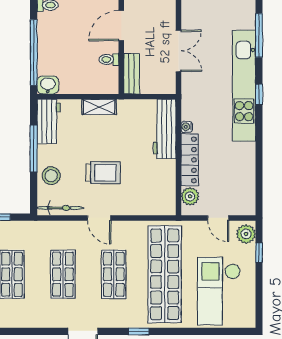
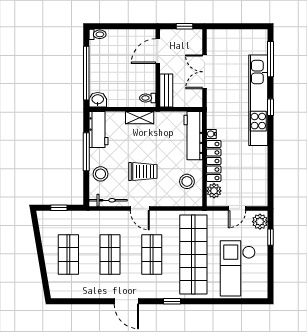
double door: (178, 51) -> (205, 72), swing flipped
toilet: (109, 59) -> (148, 98), moved
stool: (157, 185) -> (187, 181), added
door: (218, 218) -> (237, 208), hinge flipped

